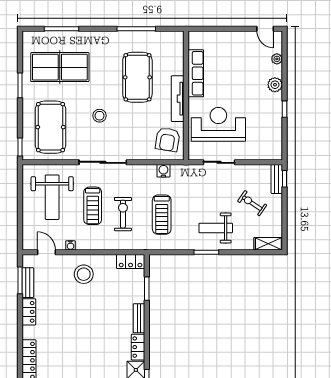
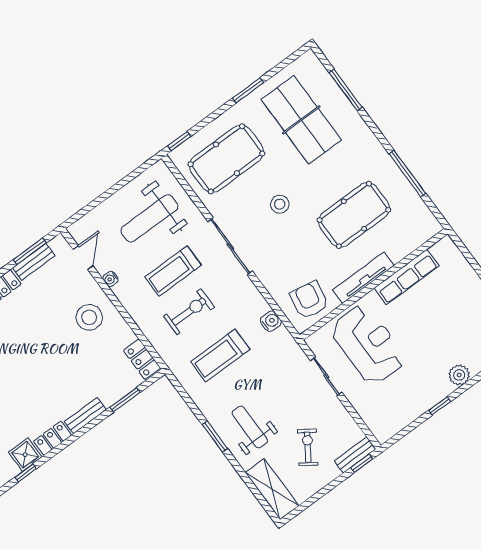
armchair: (168, 139) -> (309, 300), turned 91
shelving: (268, 244) -> (272, 489), width x1.50, depth x1.33

